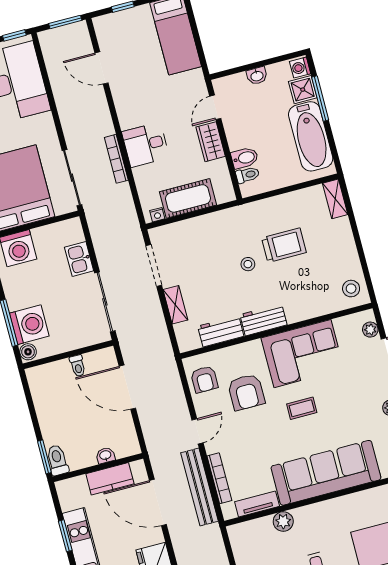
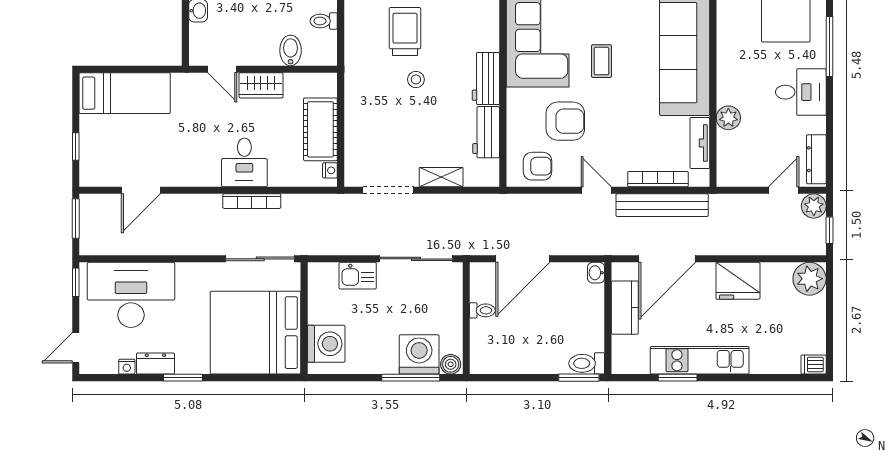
toilet: (248, 175) -> (324, 21), moved, turned -90
washbasin: (105, 455) -> (596, 273), moved

